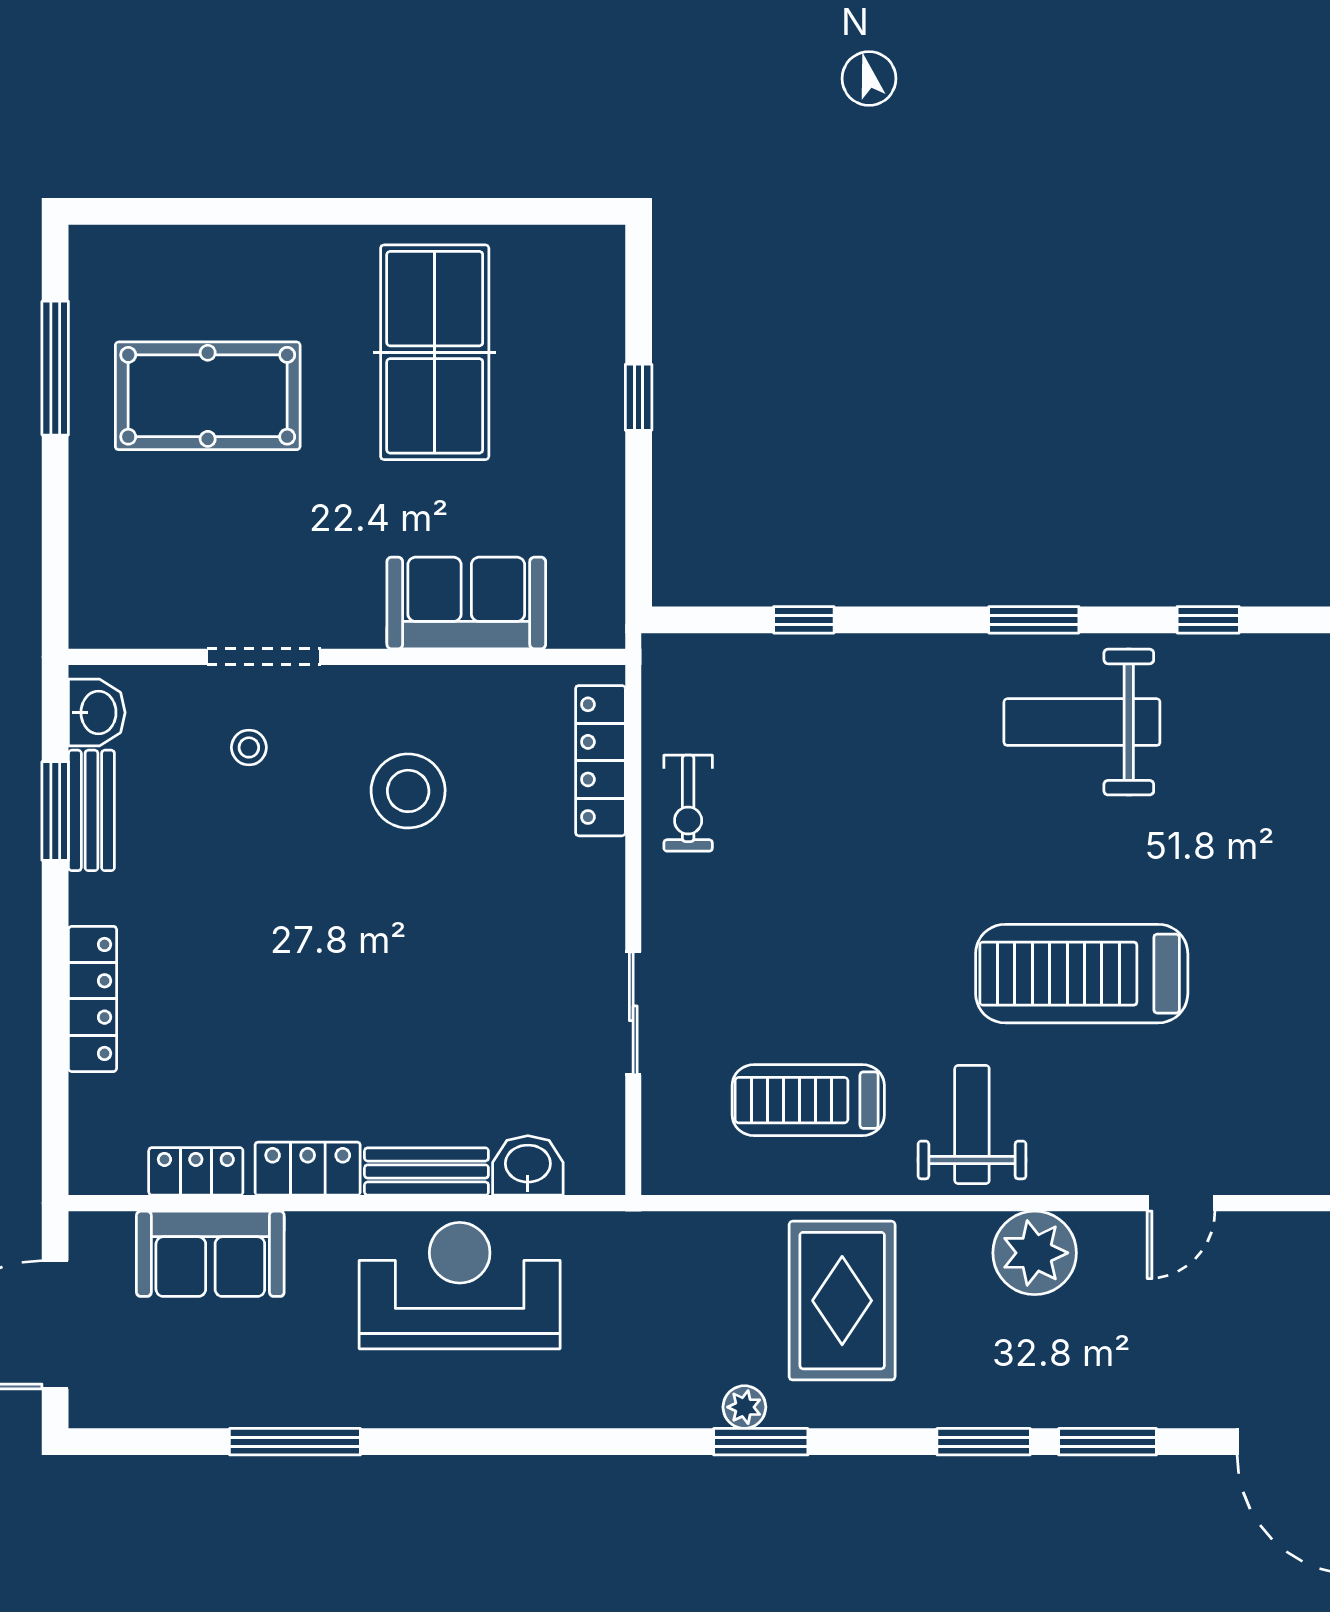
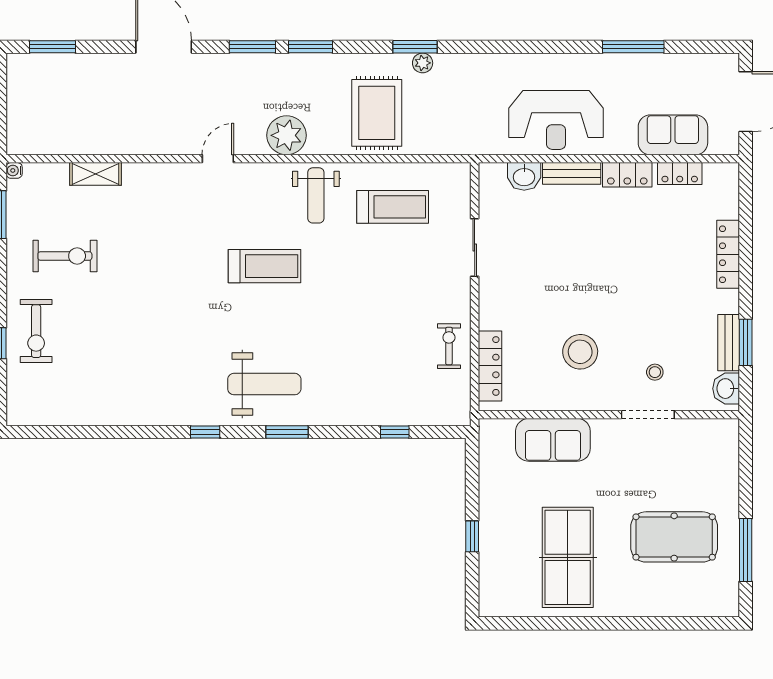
treadmill: (1082, 974) -> (264, 266), width x0.73, depth x0.73

